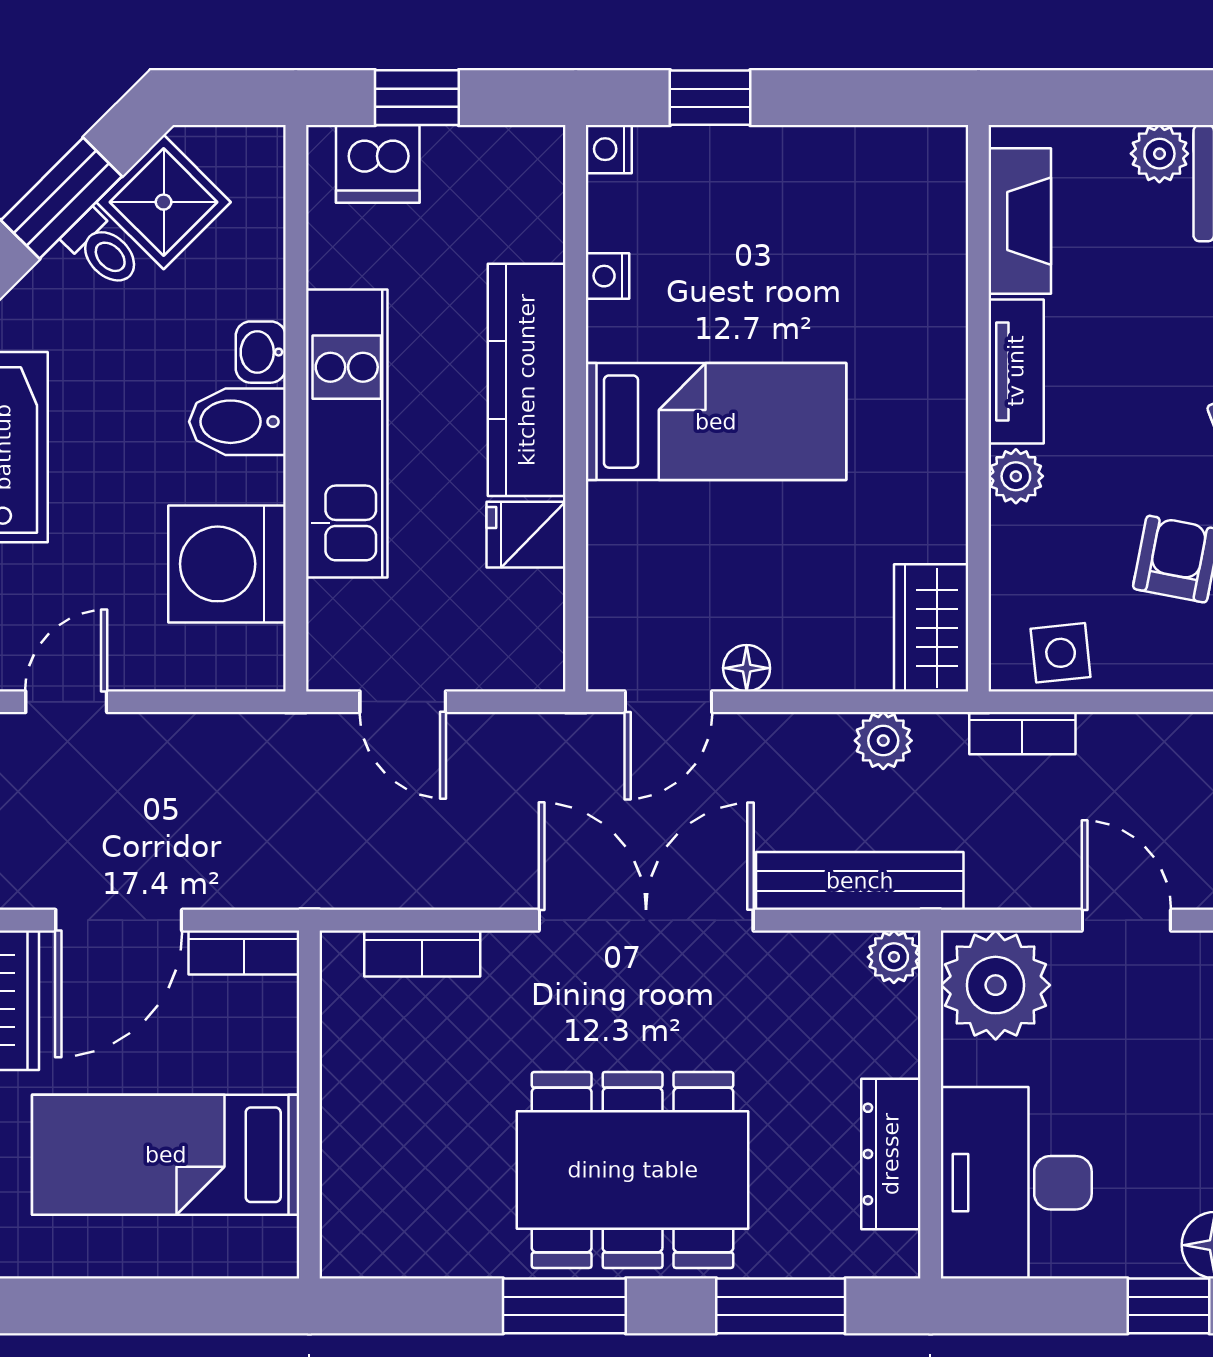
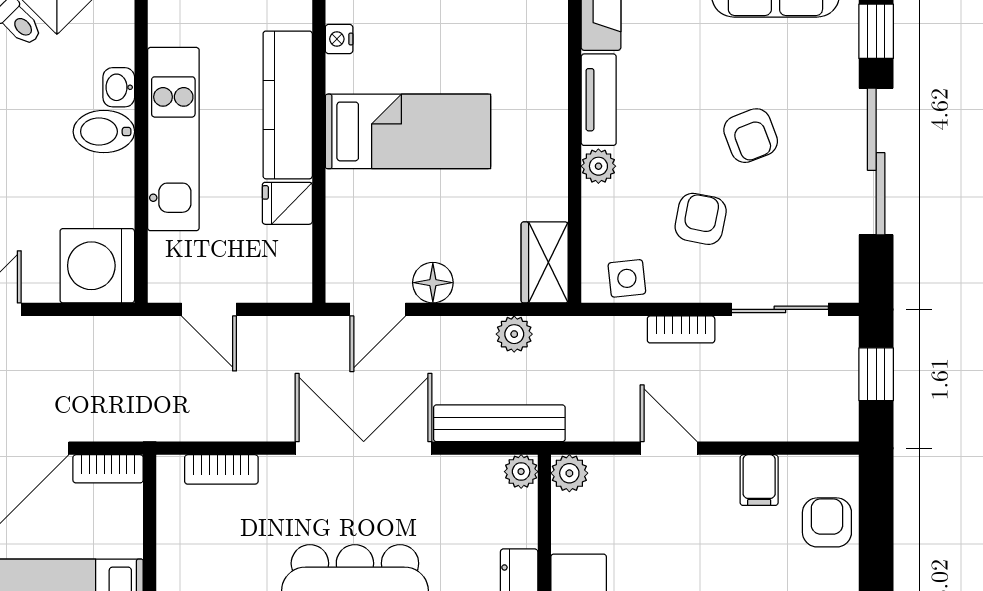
washing machine: (227, 564) -> (97, 266), moved
floor lamp: (747, 668) -> (433, 283), width x1.37, depth x1.37
bookcase: (1022, 733) -> (681, 329), moved
plant: (996, 985) -> (569, 473), width x0.53, depth x0.53

